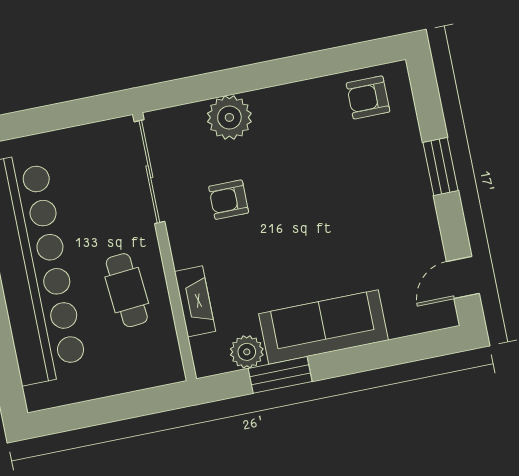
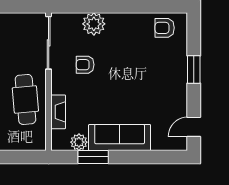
cafe table: (127, 290) -> (25, 99), width x1.37, depth x1.35

